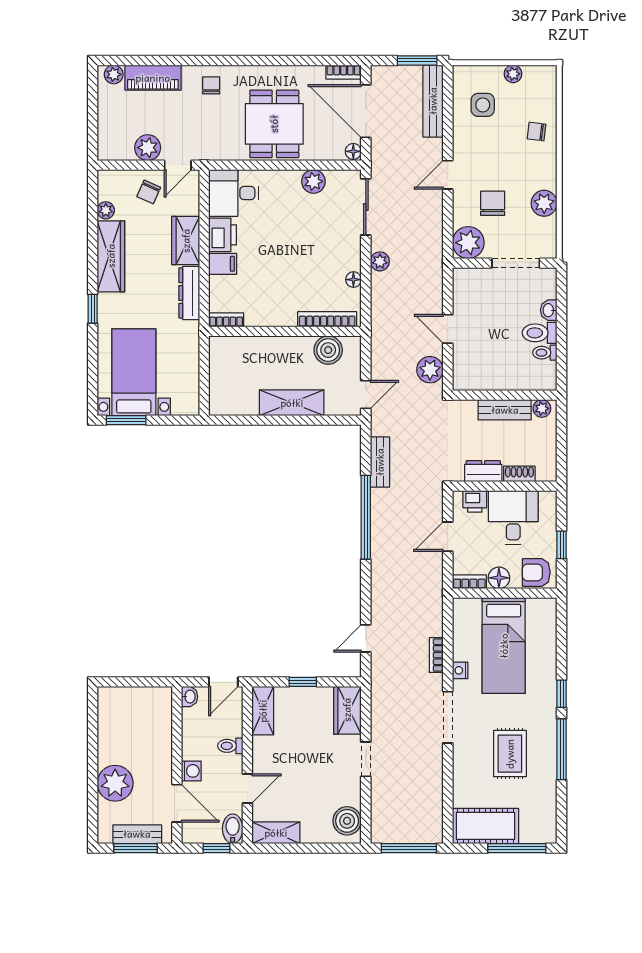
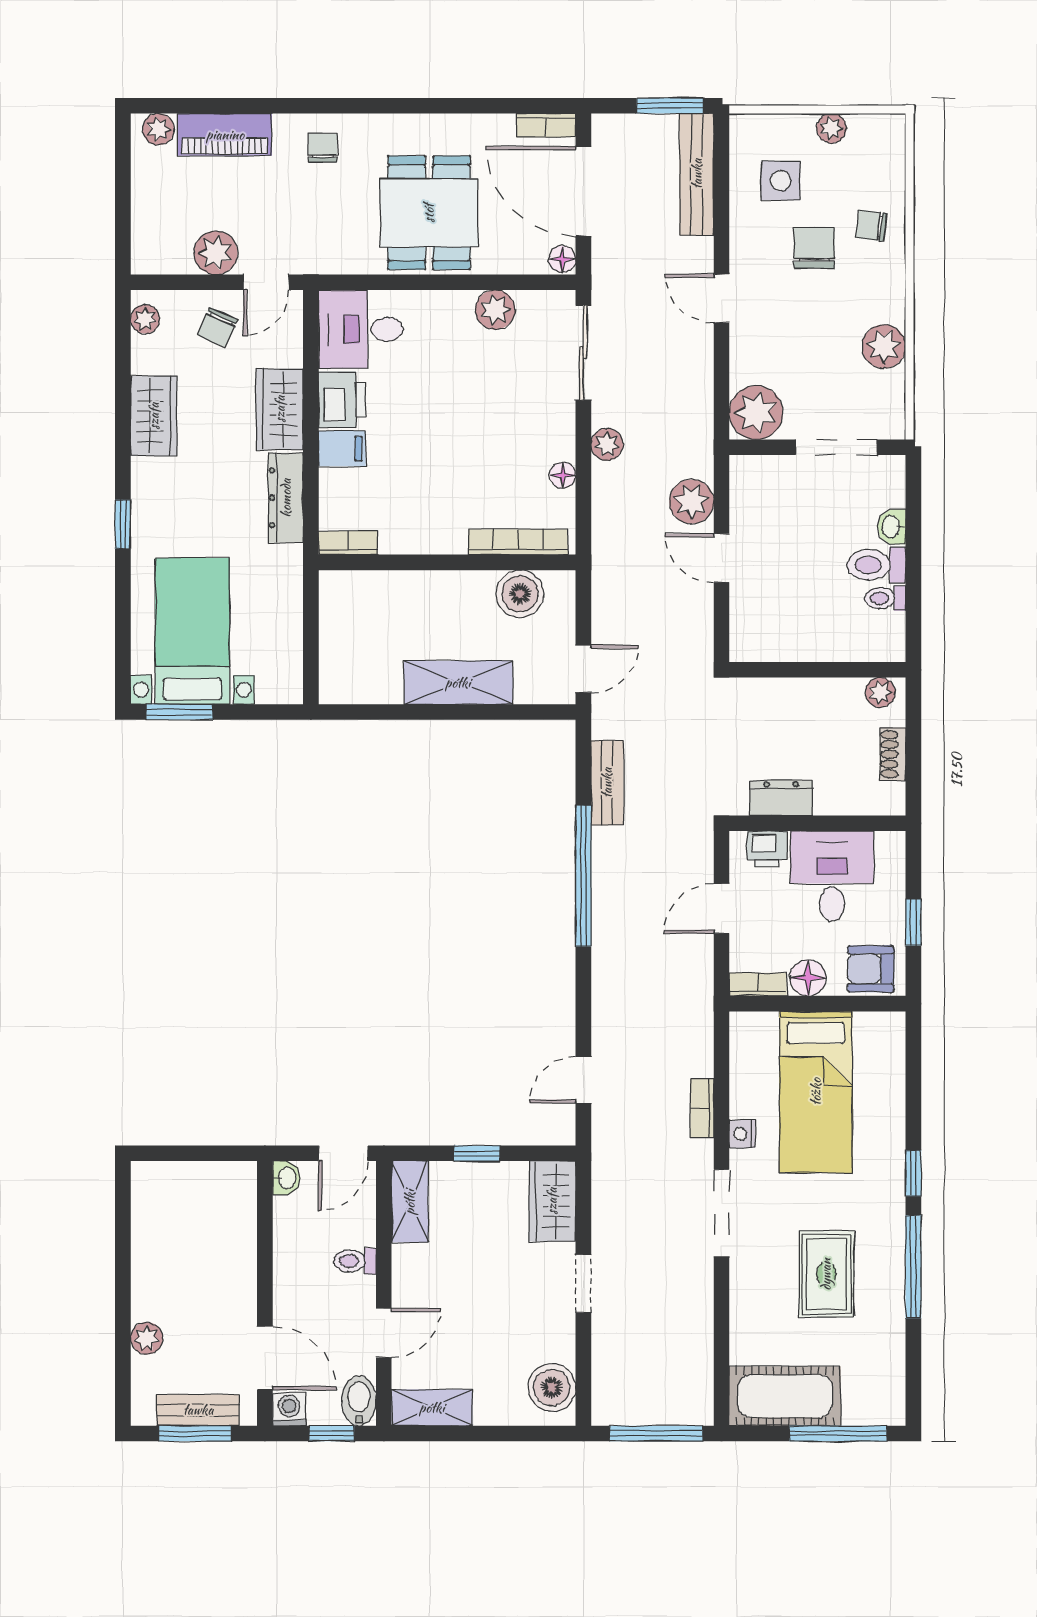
door: (448, 175) -> (721, 298), hinge flipped
chair: (493, 203) -> (814, 248), moved
plant: (106, 210) -> (145, 319), moved
wardrobe: (111, 256) -> (154, 416), width x0.67
plant: (430, 370) -> (692, 502), moved
bench: (505, 410) -> (817, 695), removed
shoe rack: (519, 474) -> (893, 754), moved, turned -90
washing machine: (191, 771) -> (289, 1409), moved, turned -90
plant: (115, 783) -> (147, 1338), width x0.53, depth x0.53

